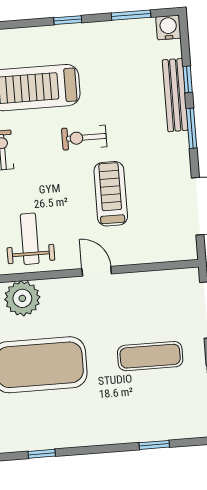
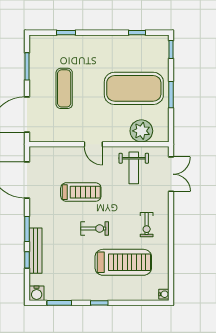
treadmill: (111, 194) -> (81, 192), turned -90
exercise mat: (150, 356) -> (64, 88), turned 90

